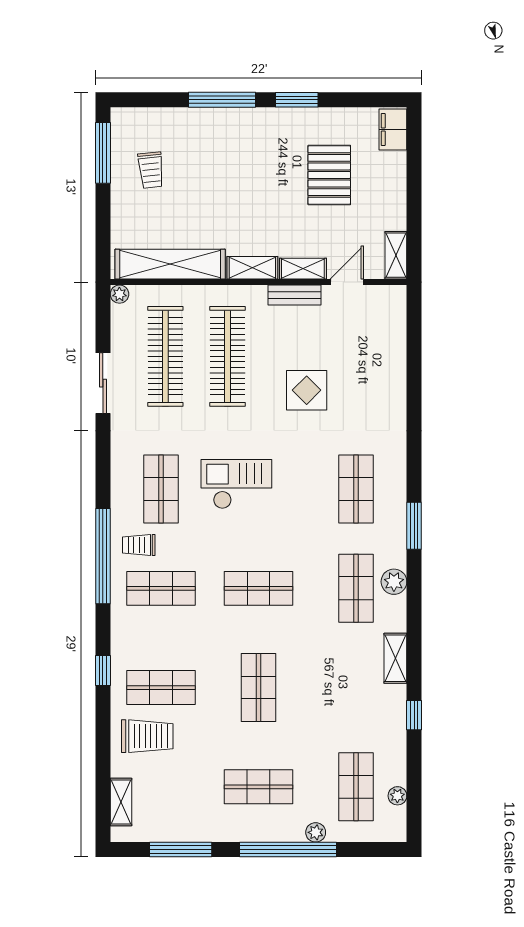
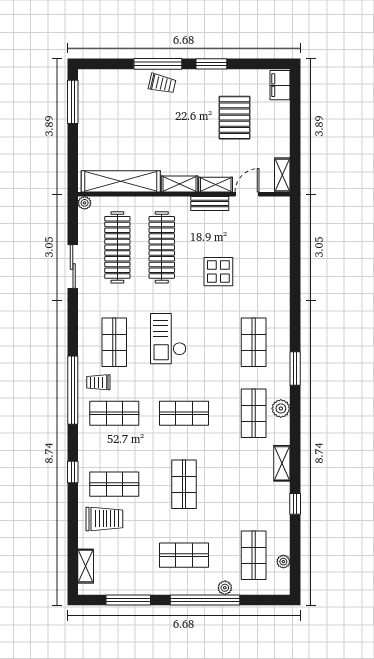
trolley: (151, 170) -> (162, 84), moved, turned -71
checkout: (236, 484) -> (168, 339), turned -90

